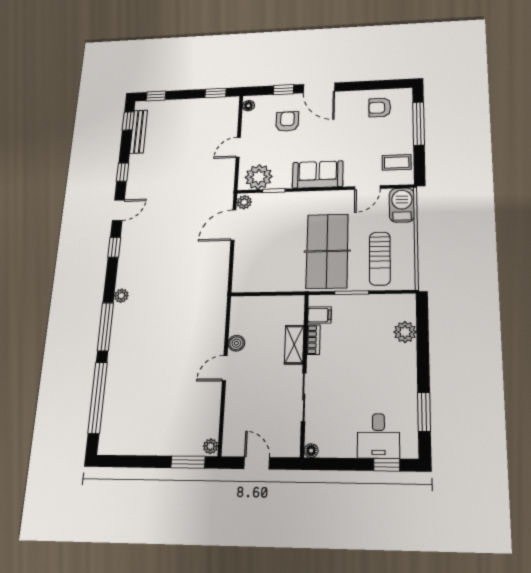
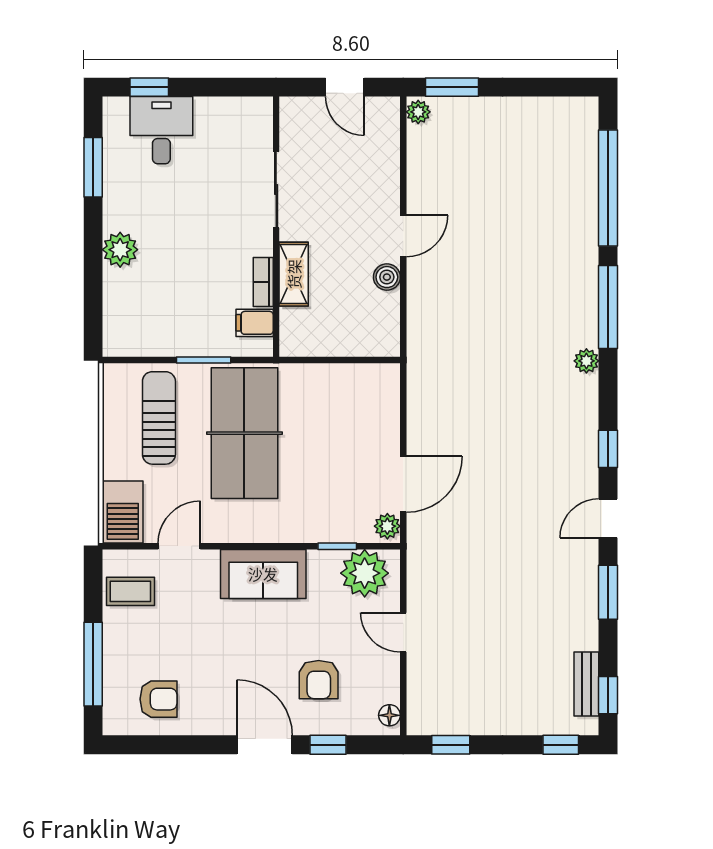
bench: (139, 132) -> (586, 684), width x0.73
door: (238, 147) -> (403, 632), swing flipped
window: (123, 172) -> (608, 592), width x1.50
plant: (405, 332) -> (120, 250), moved
floor lamp: (311, 451) -> (263, 107), removed

